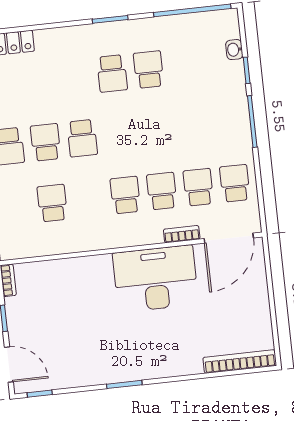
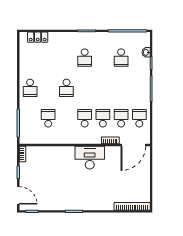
school desk: (149, 70) -> (121, 58), moved, turned 180
school desk: (46, 142) -> (48, 88), removed
desk: (155, 279) -> (90, 158), width x0.73, depth x0.77

